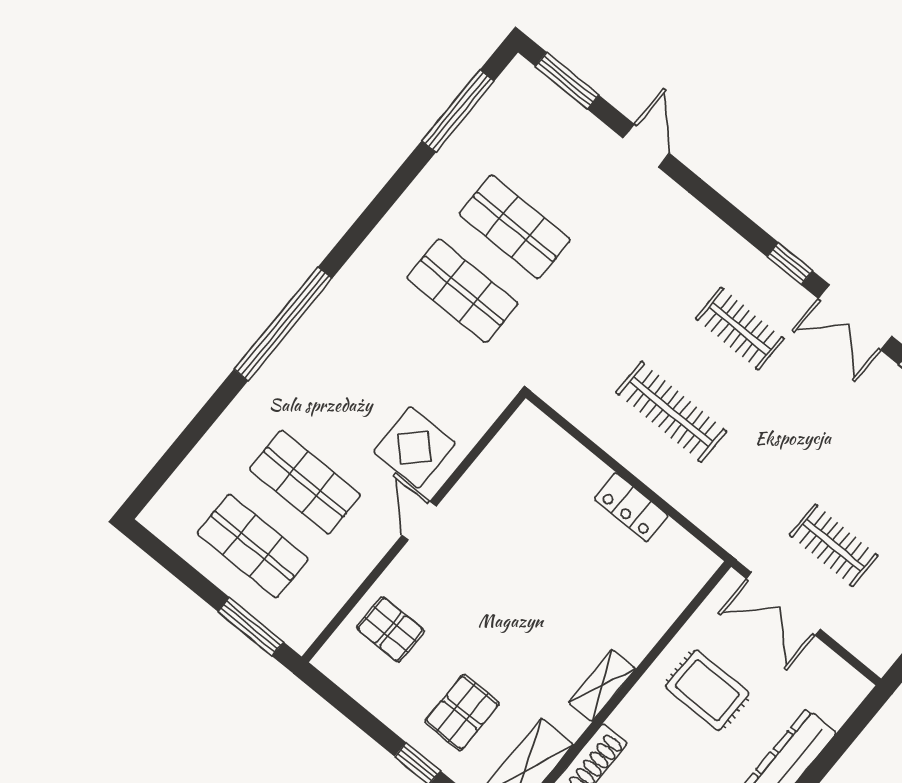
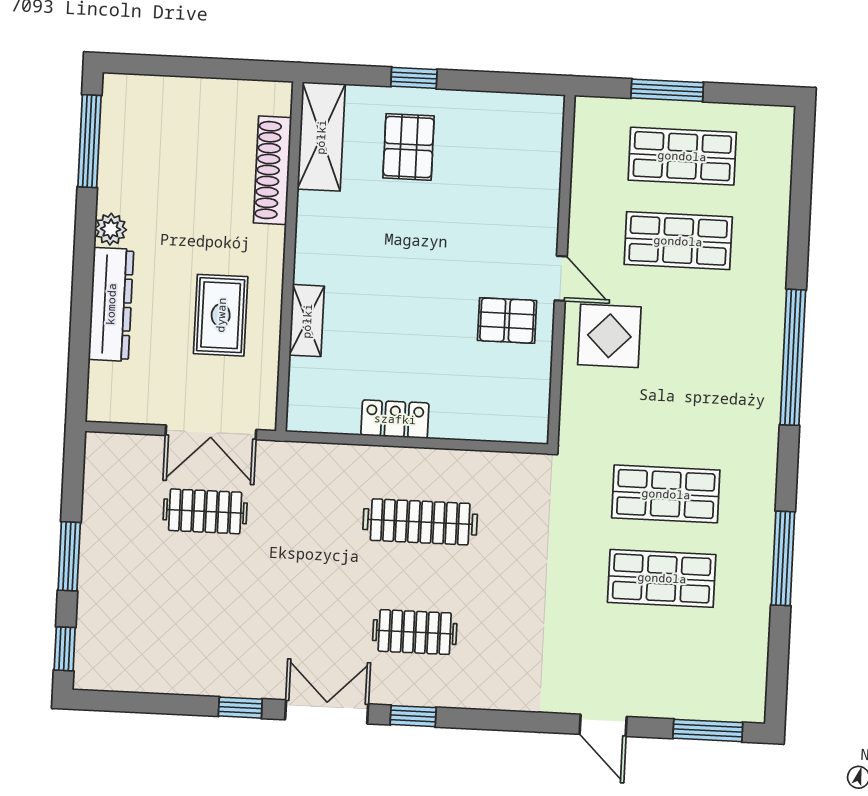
window: (458, 111) -> (783, 558), moved
double door: (783, 604) -> (211, 432), swing flipped
window: (251, 627) -> (667, 90), moved
pallet: (390, 629) -> (507, 321), moved
shelving: (602, 685) -> (307, 321), moved
rug: (707, 690) -> (221, 315), turned 90

